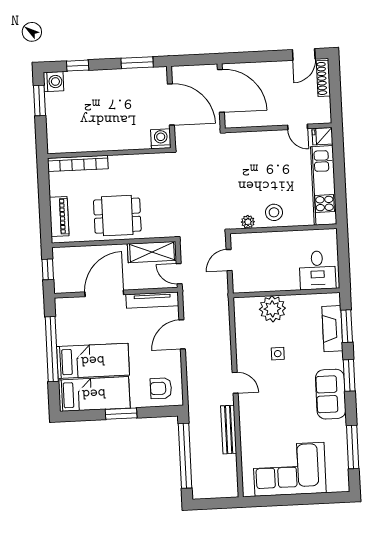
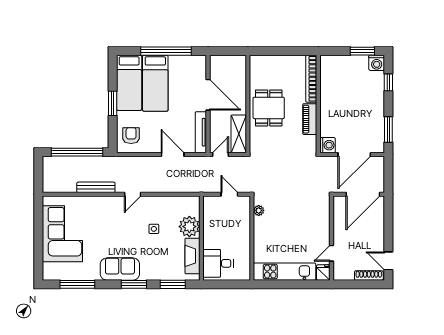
stool: (274, 212) -> (265, 231), removed
piano: (59, 216) -> (310, 119), moved, turned 90
window: (48, 269) -> (229, 51), removed
fireplace: (332, 329) -> (192, 256), moved, turned -90

